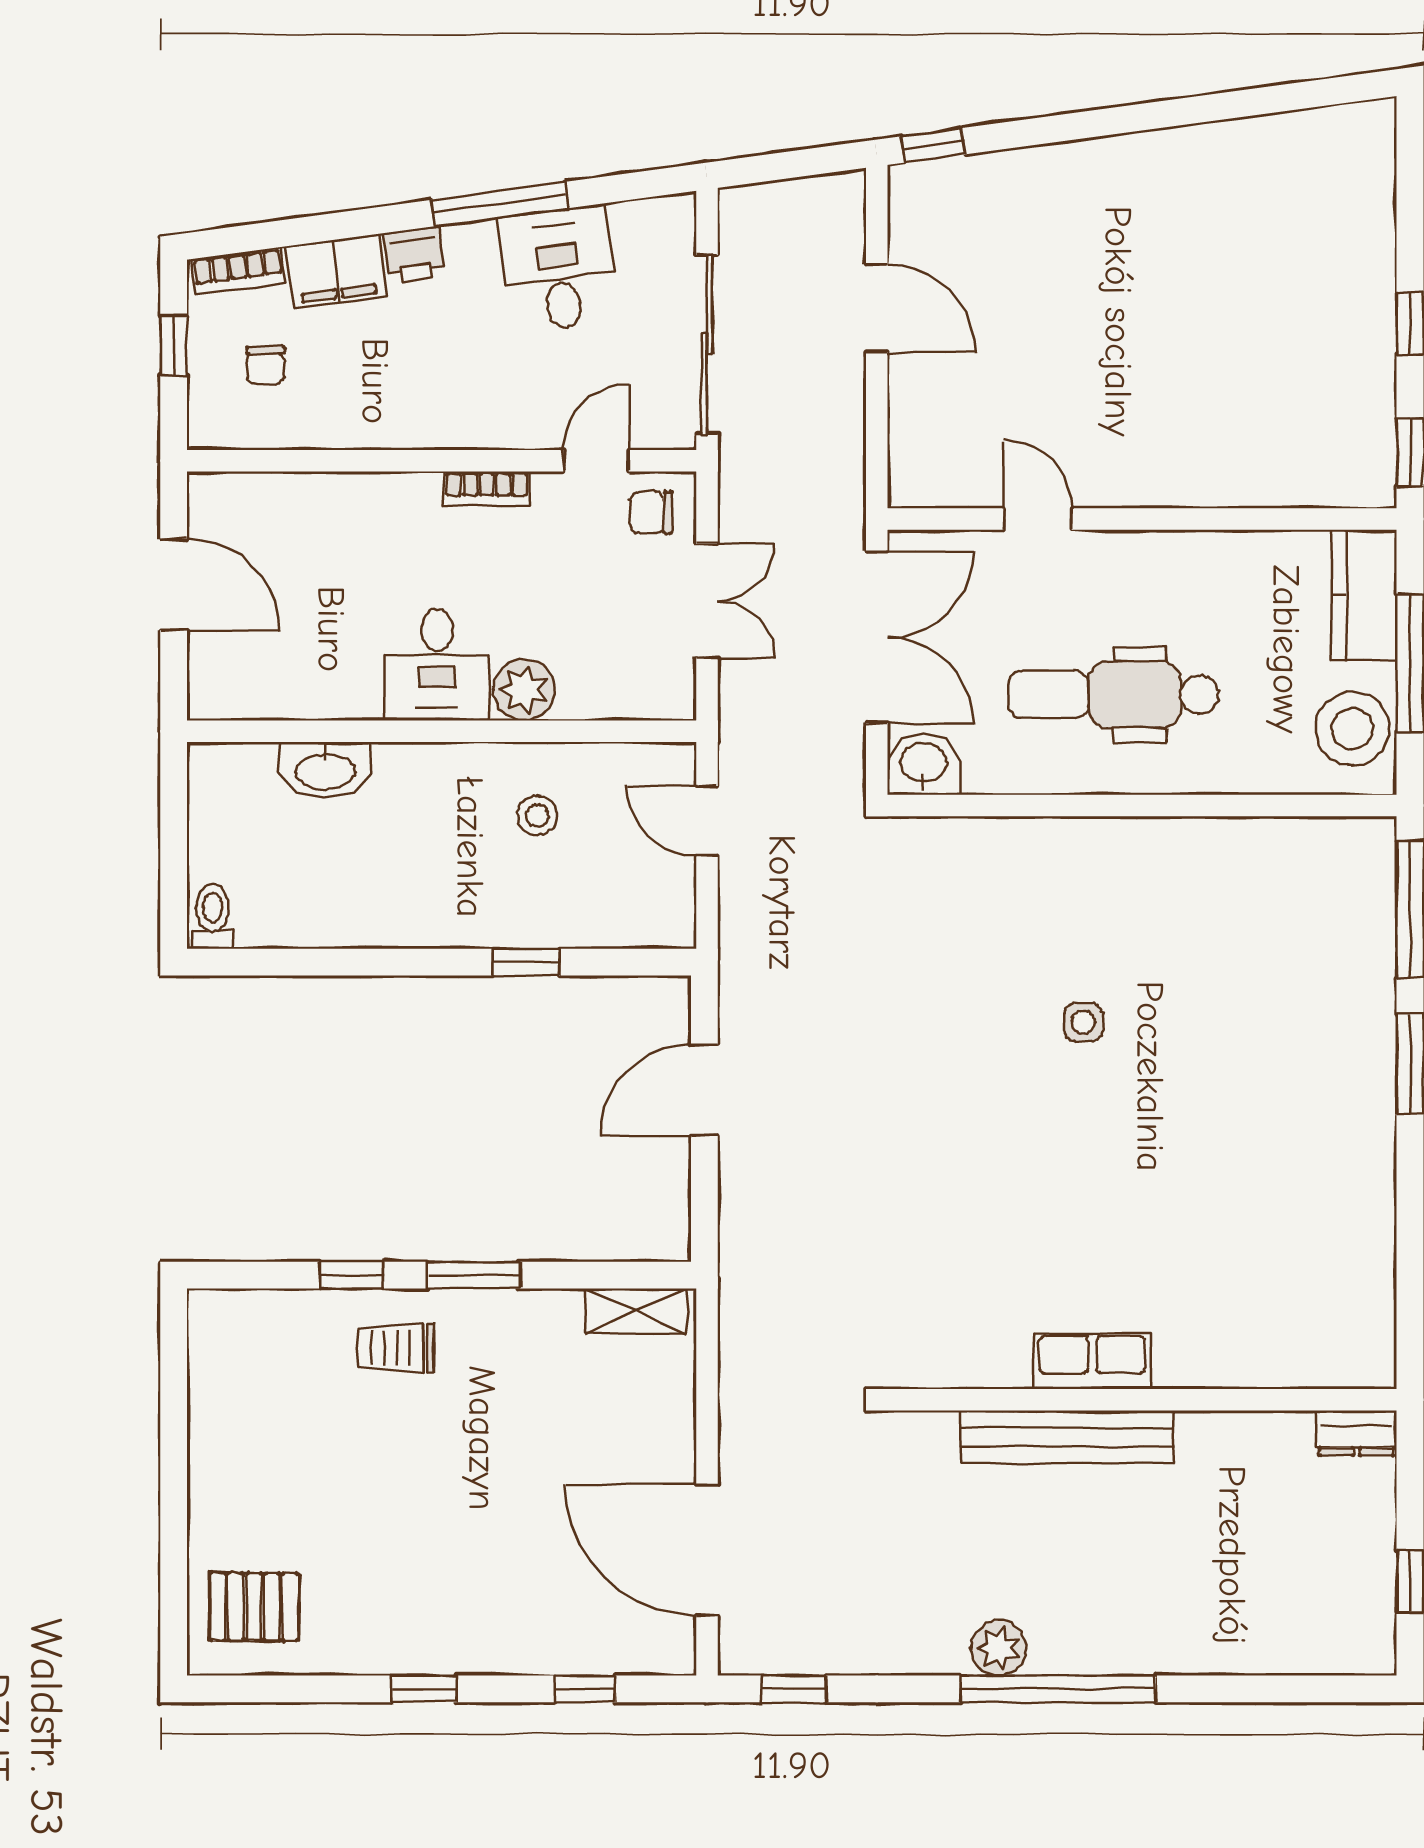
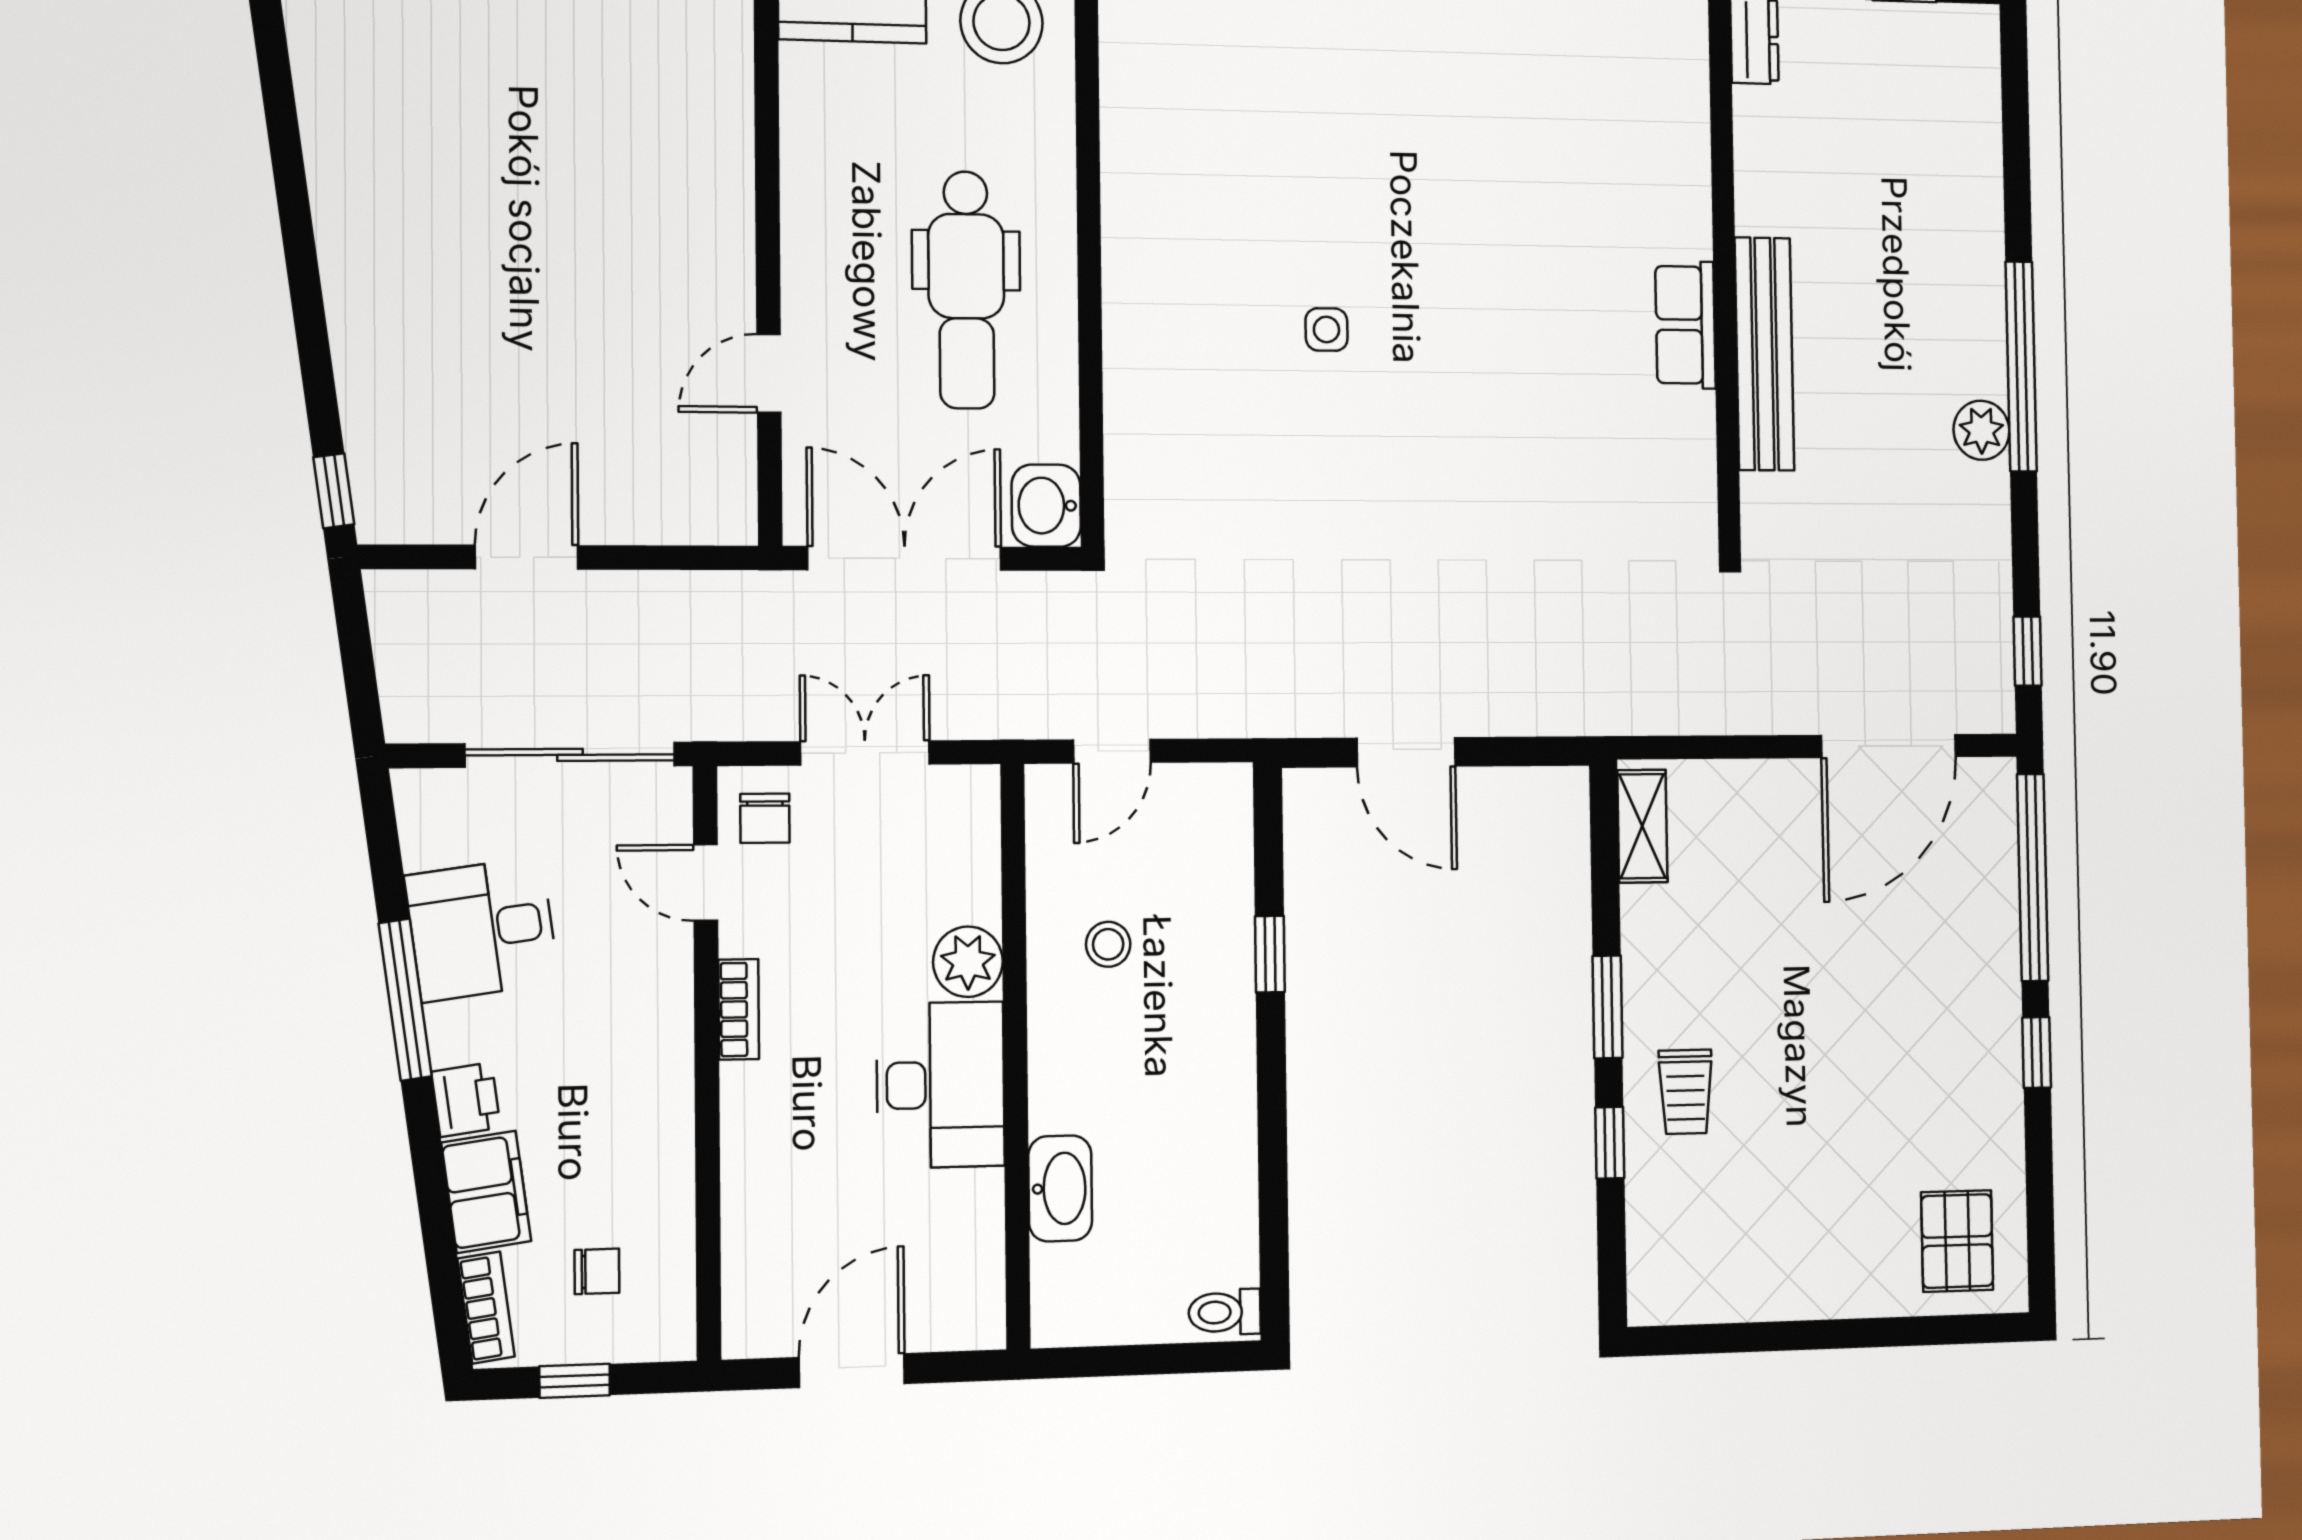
desk: (437, 665) -> (940, 1085), width x1.37
window: (585, 1689) -> (2033, 877), width x3.17

